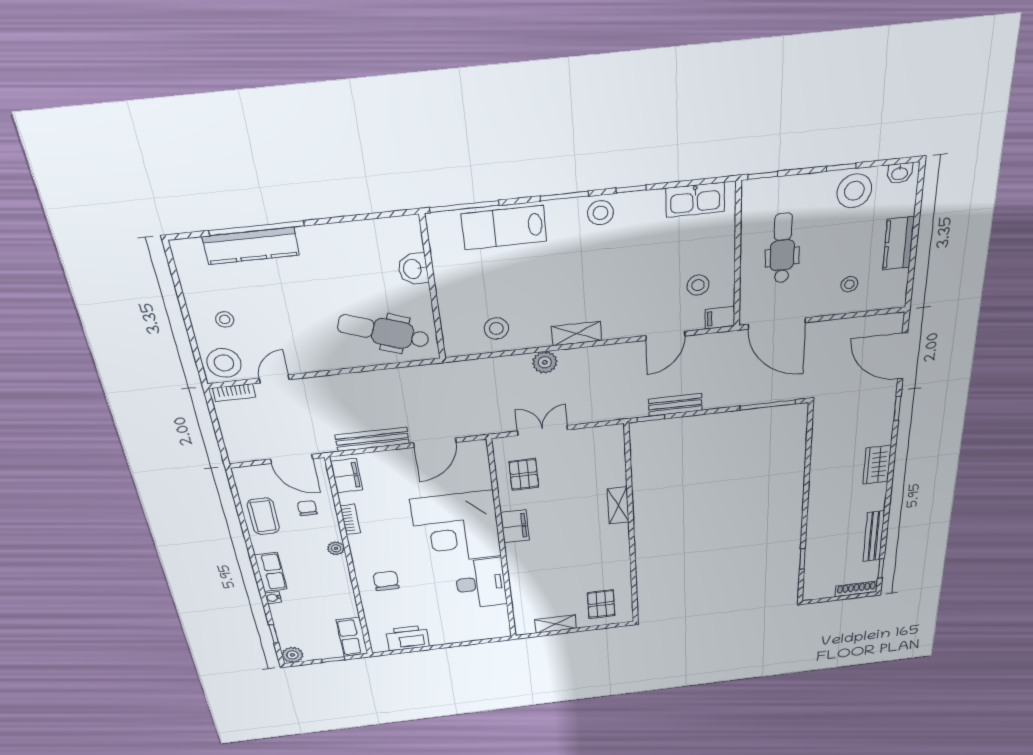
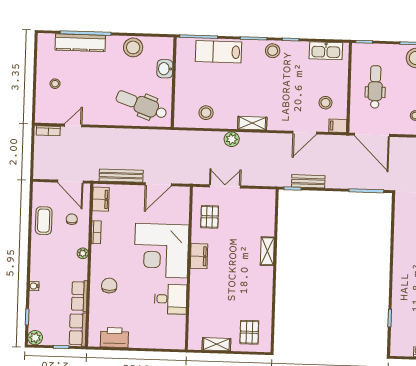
stool: (224, 363) -> (133, 47), moved
row of seats: (271, 572) -> (79, 296), moved, turned 180
desk: (481, 583) -> (171, 299), width x0.73

